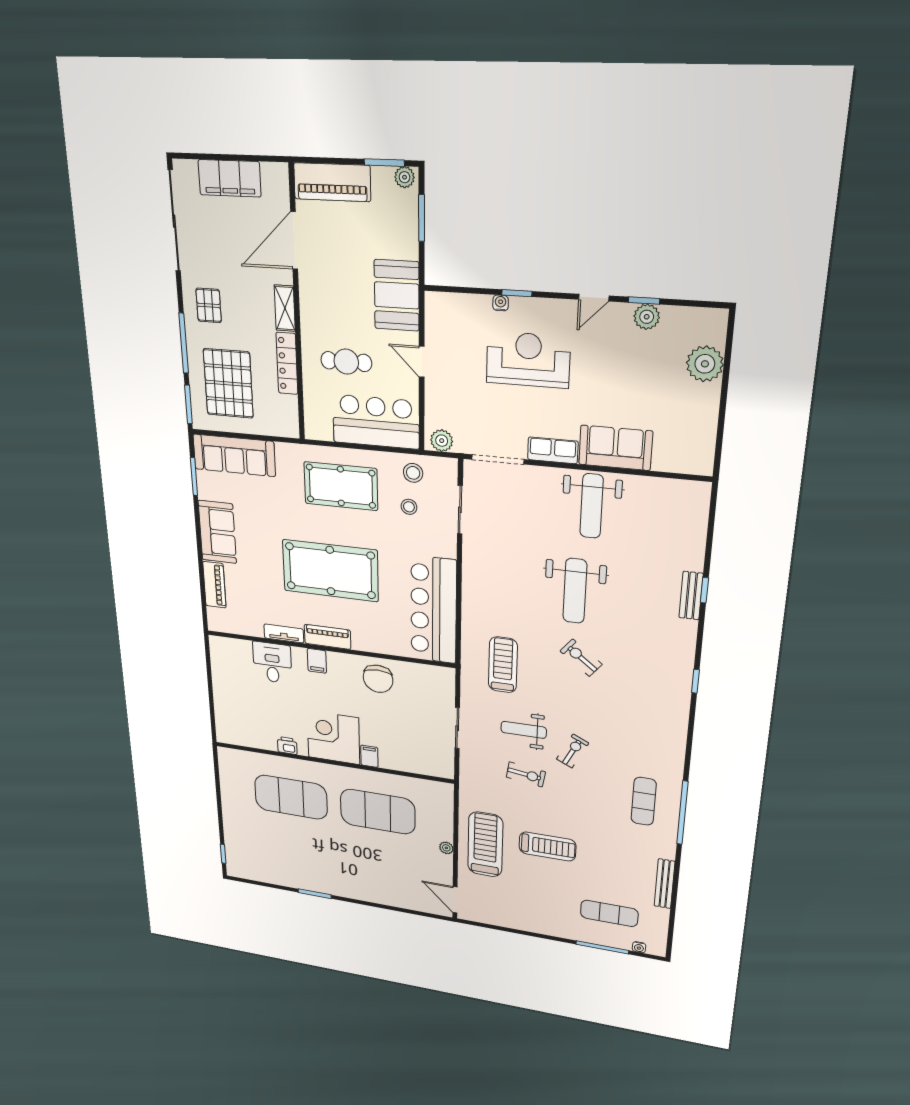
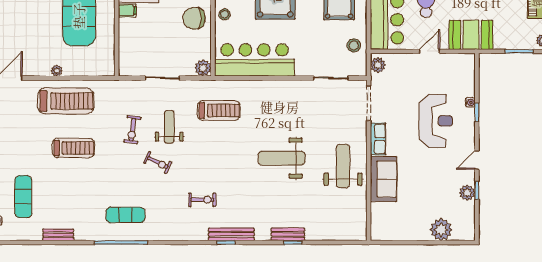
door: (594, 298) -> (477, 160), hinge flipped
weight bench: (592, 506) -> (343, 166), turned 90
stool: (409, 507) -> (225, 14), moved
exercise bike: (581, 658) -> (202, 200), moved, turned 52
bench: (684, 672) -> (231, 234), added
plant: (444, 677) -> (203, 68), added
treadmill: (547, 846) -> (73, 148), turned -90
bench: (665, 884) -> (58, 235), width x0.73

